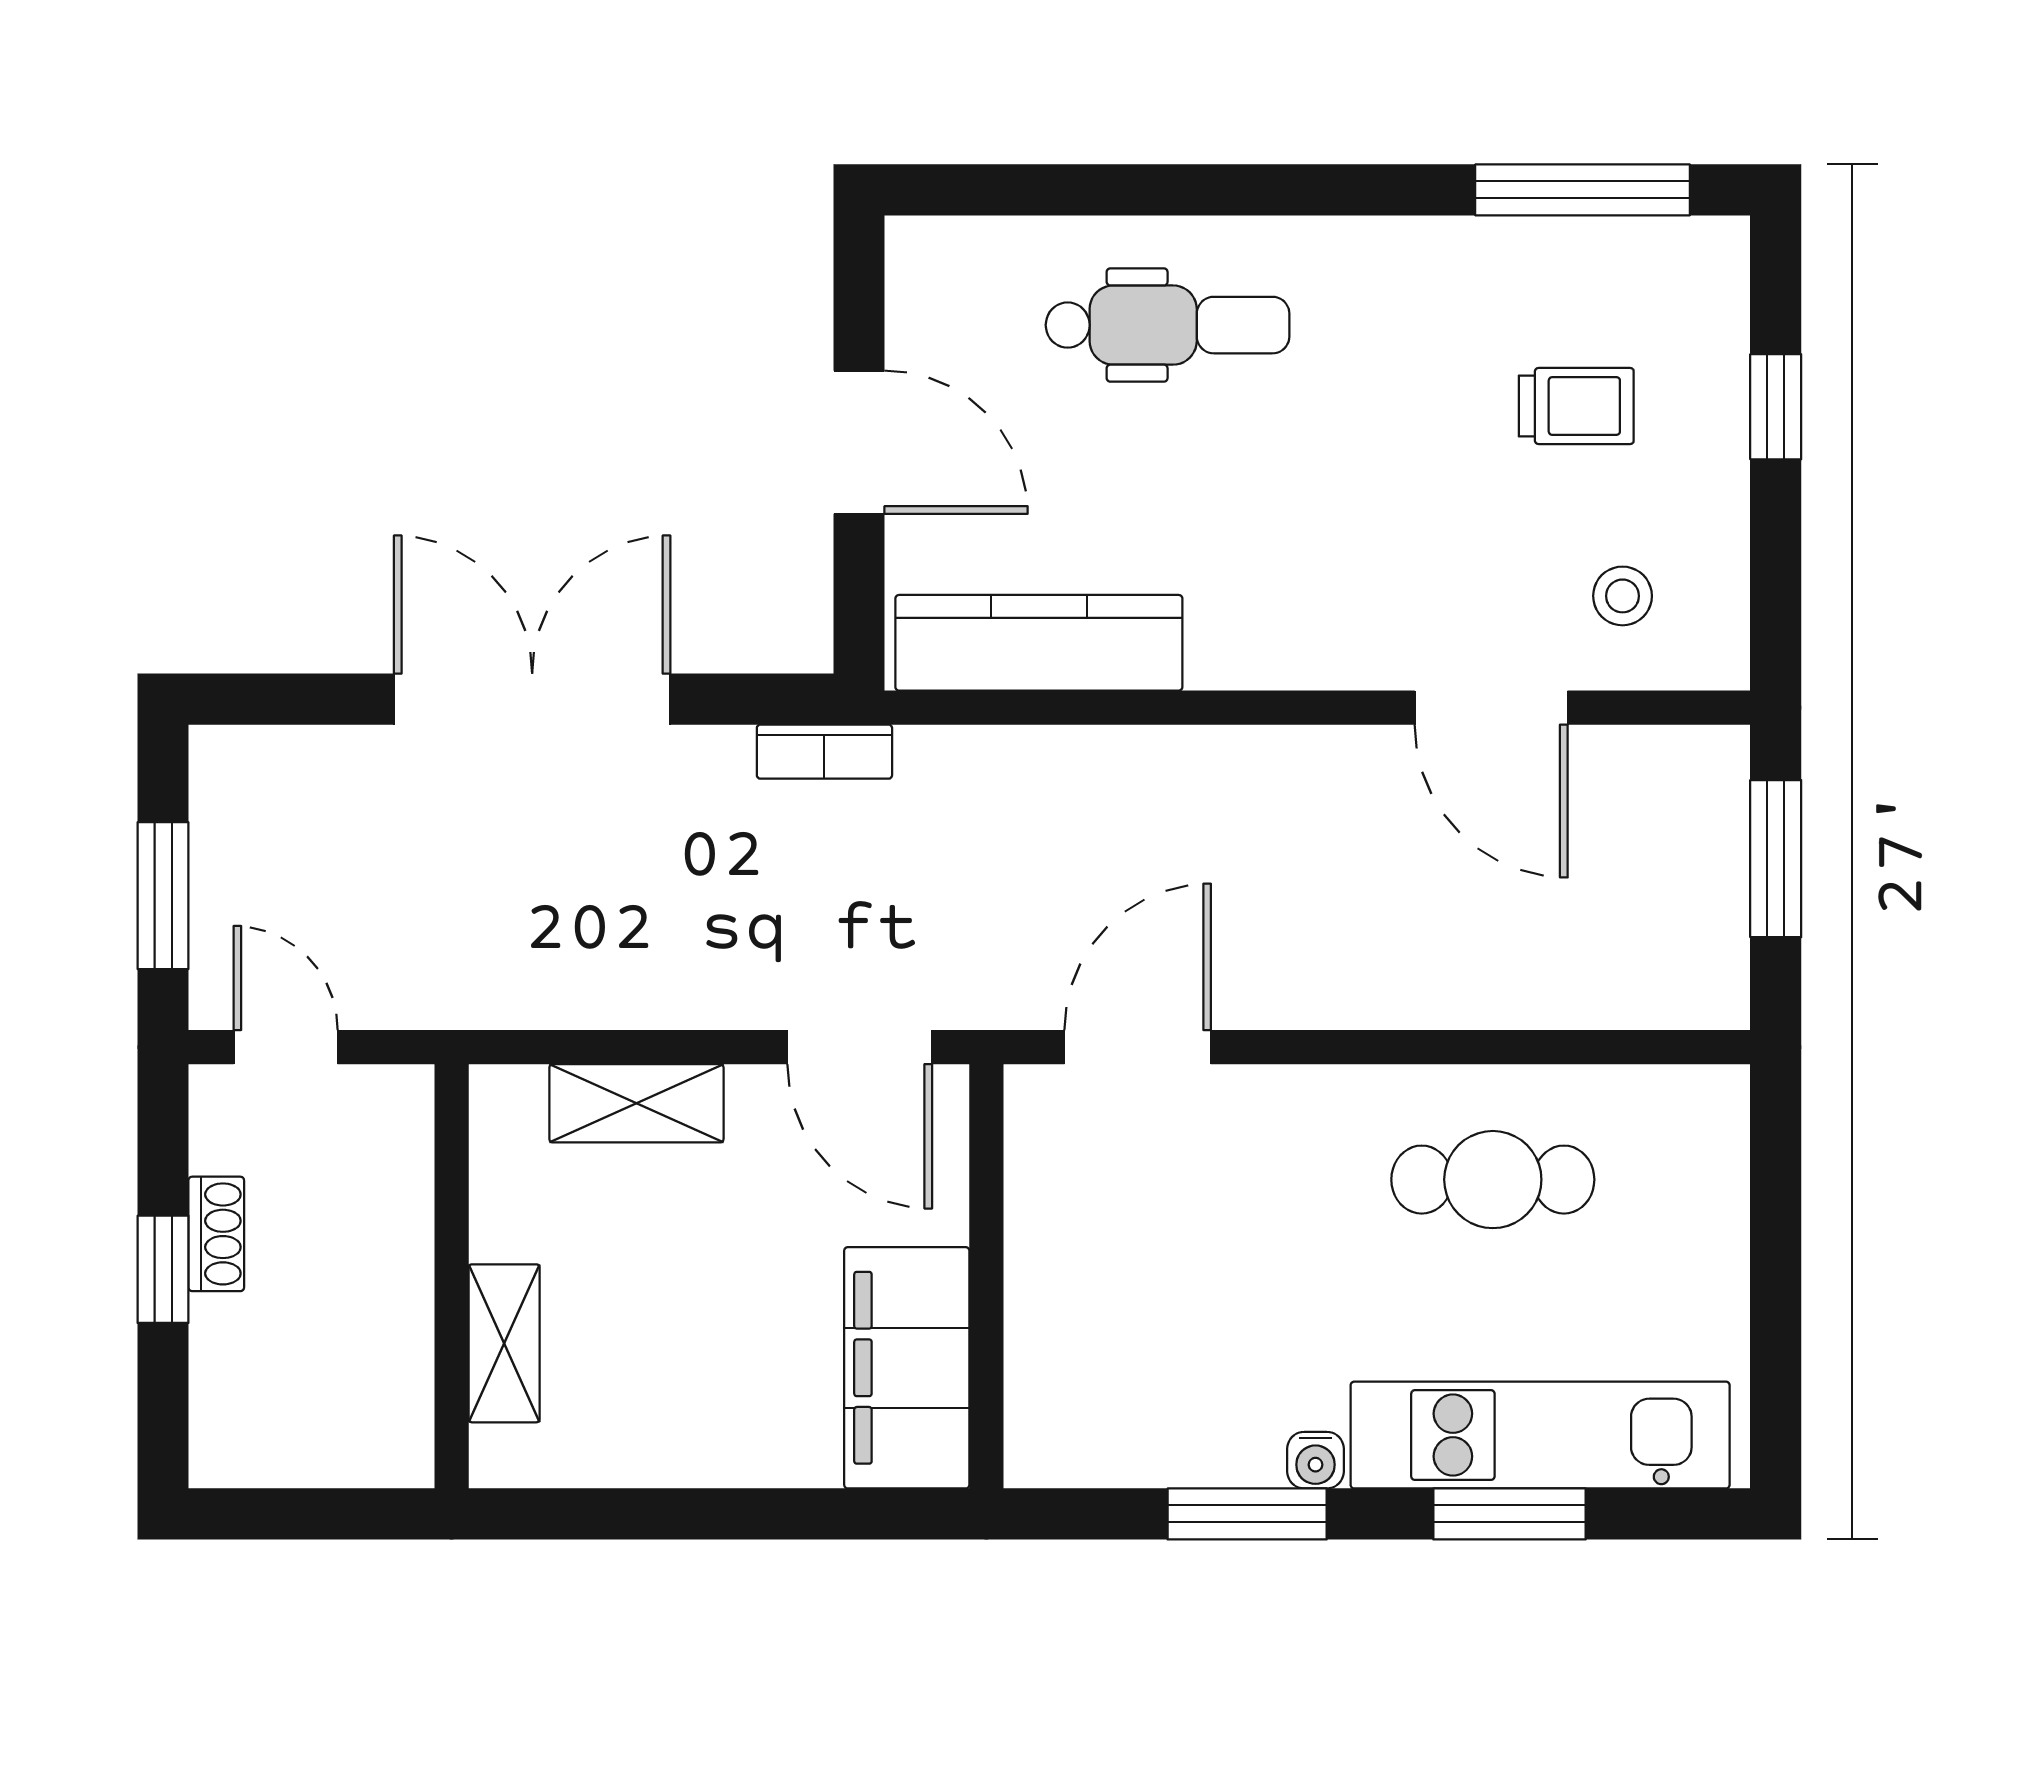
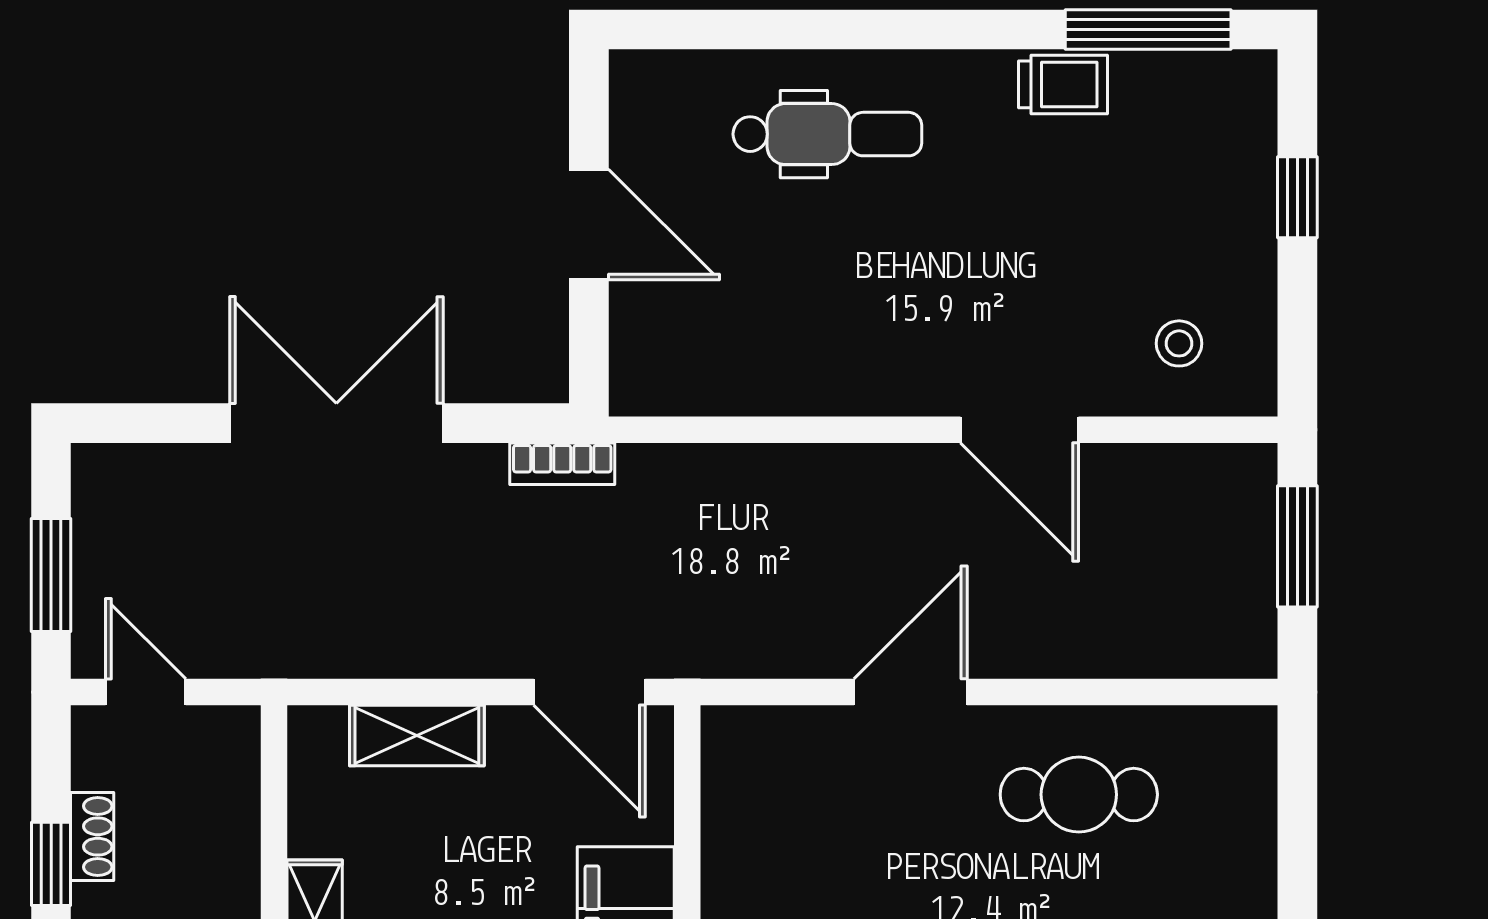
trolley: (1576, 406) -> (1063, 84), moved
kitchen counter: (1039, 643) -> (728, 380), removed
door: (1491, 708) -> (1020, 430), moved
door: (1138, 1047) -> (911, 692), moved

